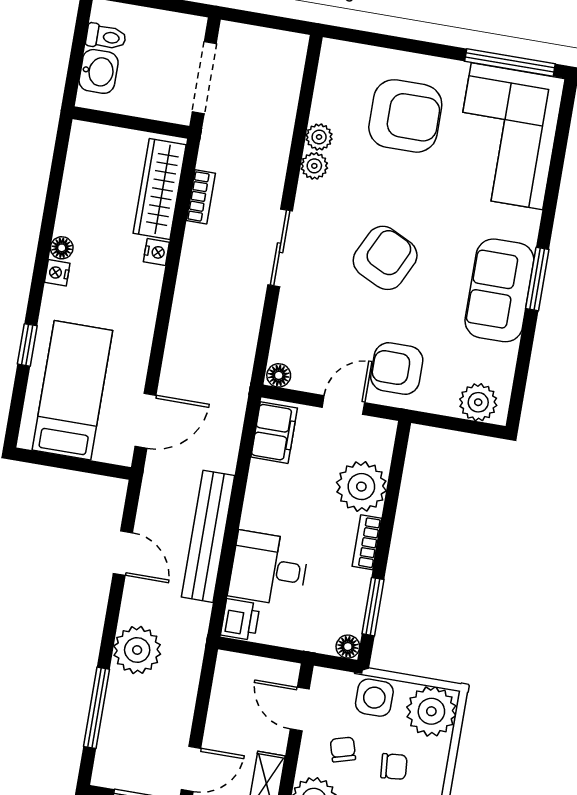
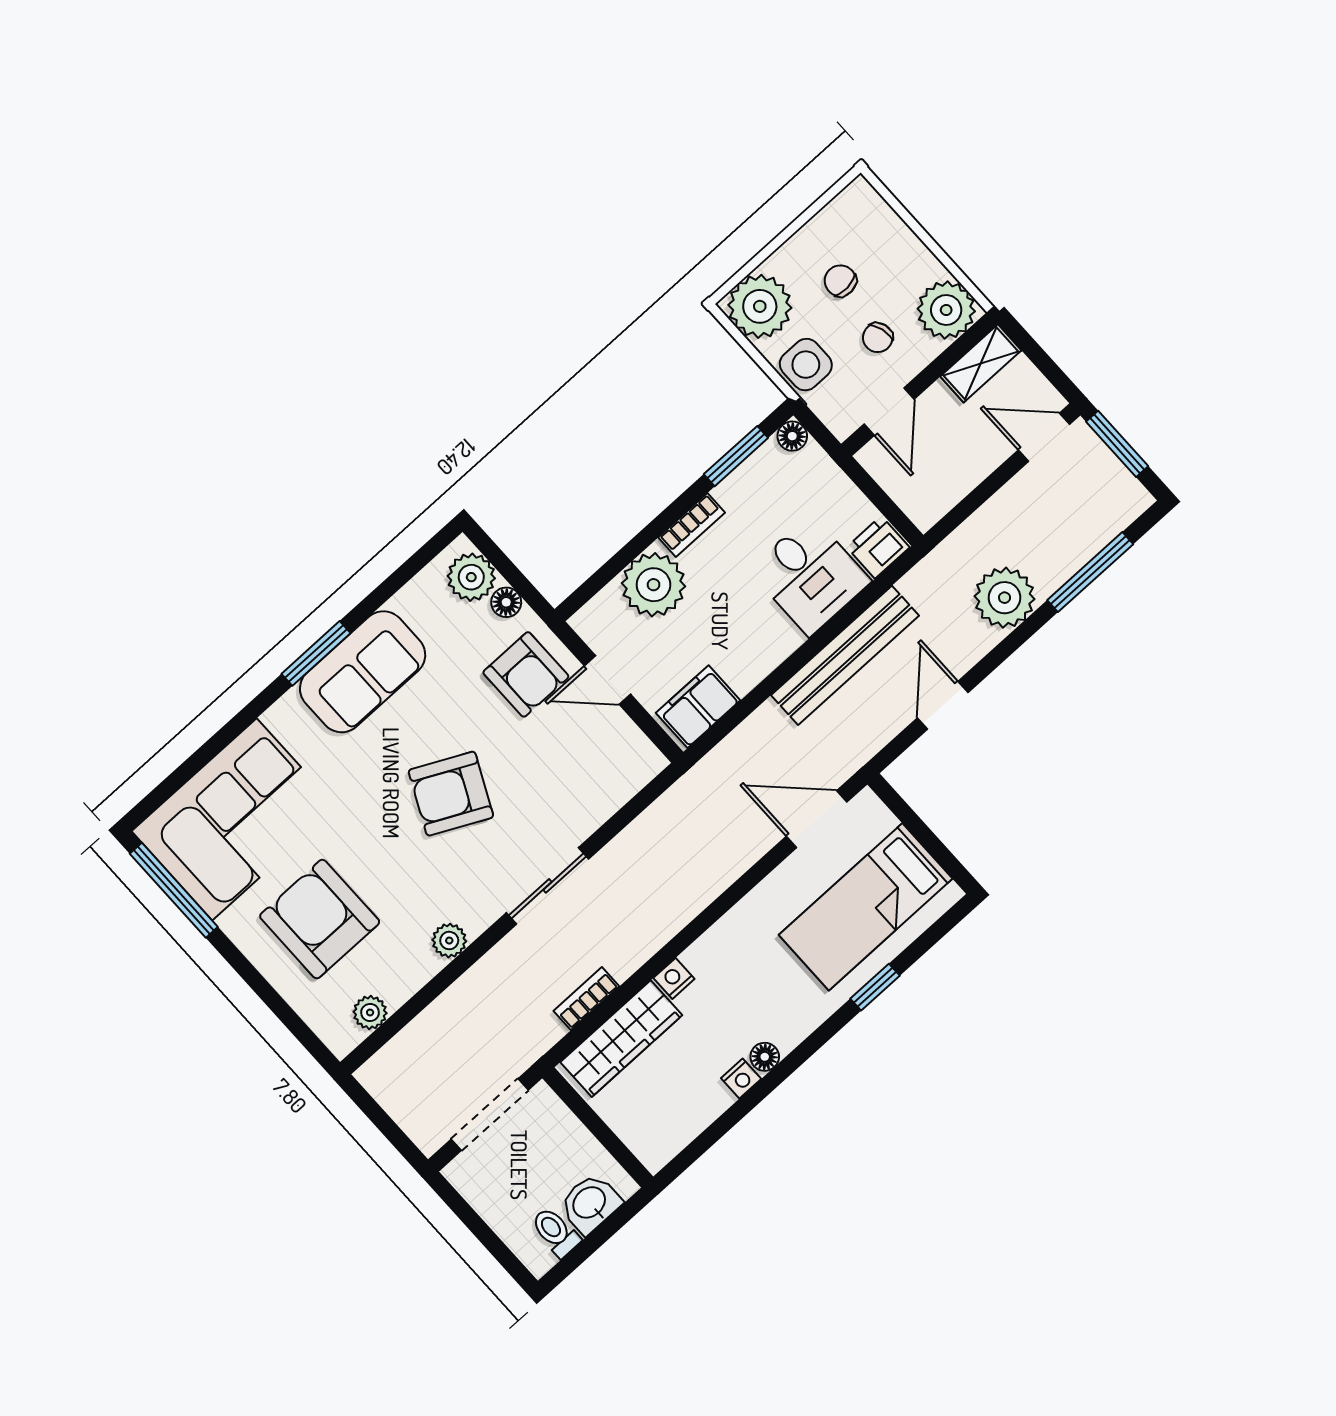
plant: (319, 137) -> (370, 1012), moved
nightstand: (57, 273) -> (741, 1079), moved
floor lamp: (279, 375) -> (506, 602), moved

